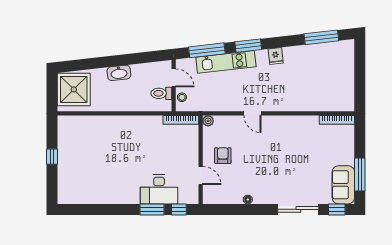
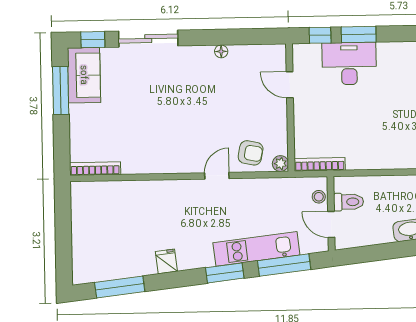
fridge: (276, 56) -> (166, 261), moved
door: (252, 113) -> (217, 176), hinge flipped
armchair: (223, 156) -> (251, 153), moved, turned -79

